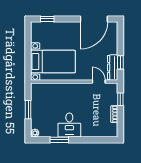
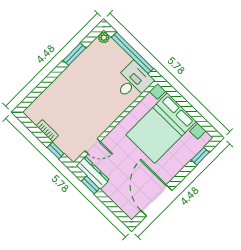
bed with nightstands: (53, 62) -> (161, 128), width x1.36
window: (28, 110) -> (132, 53), width x2.11
desk: (69, 125) -> (133, 81), moved, turned 90

